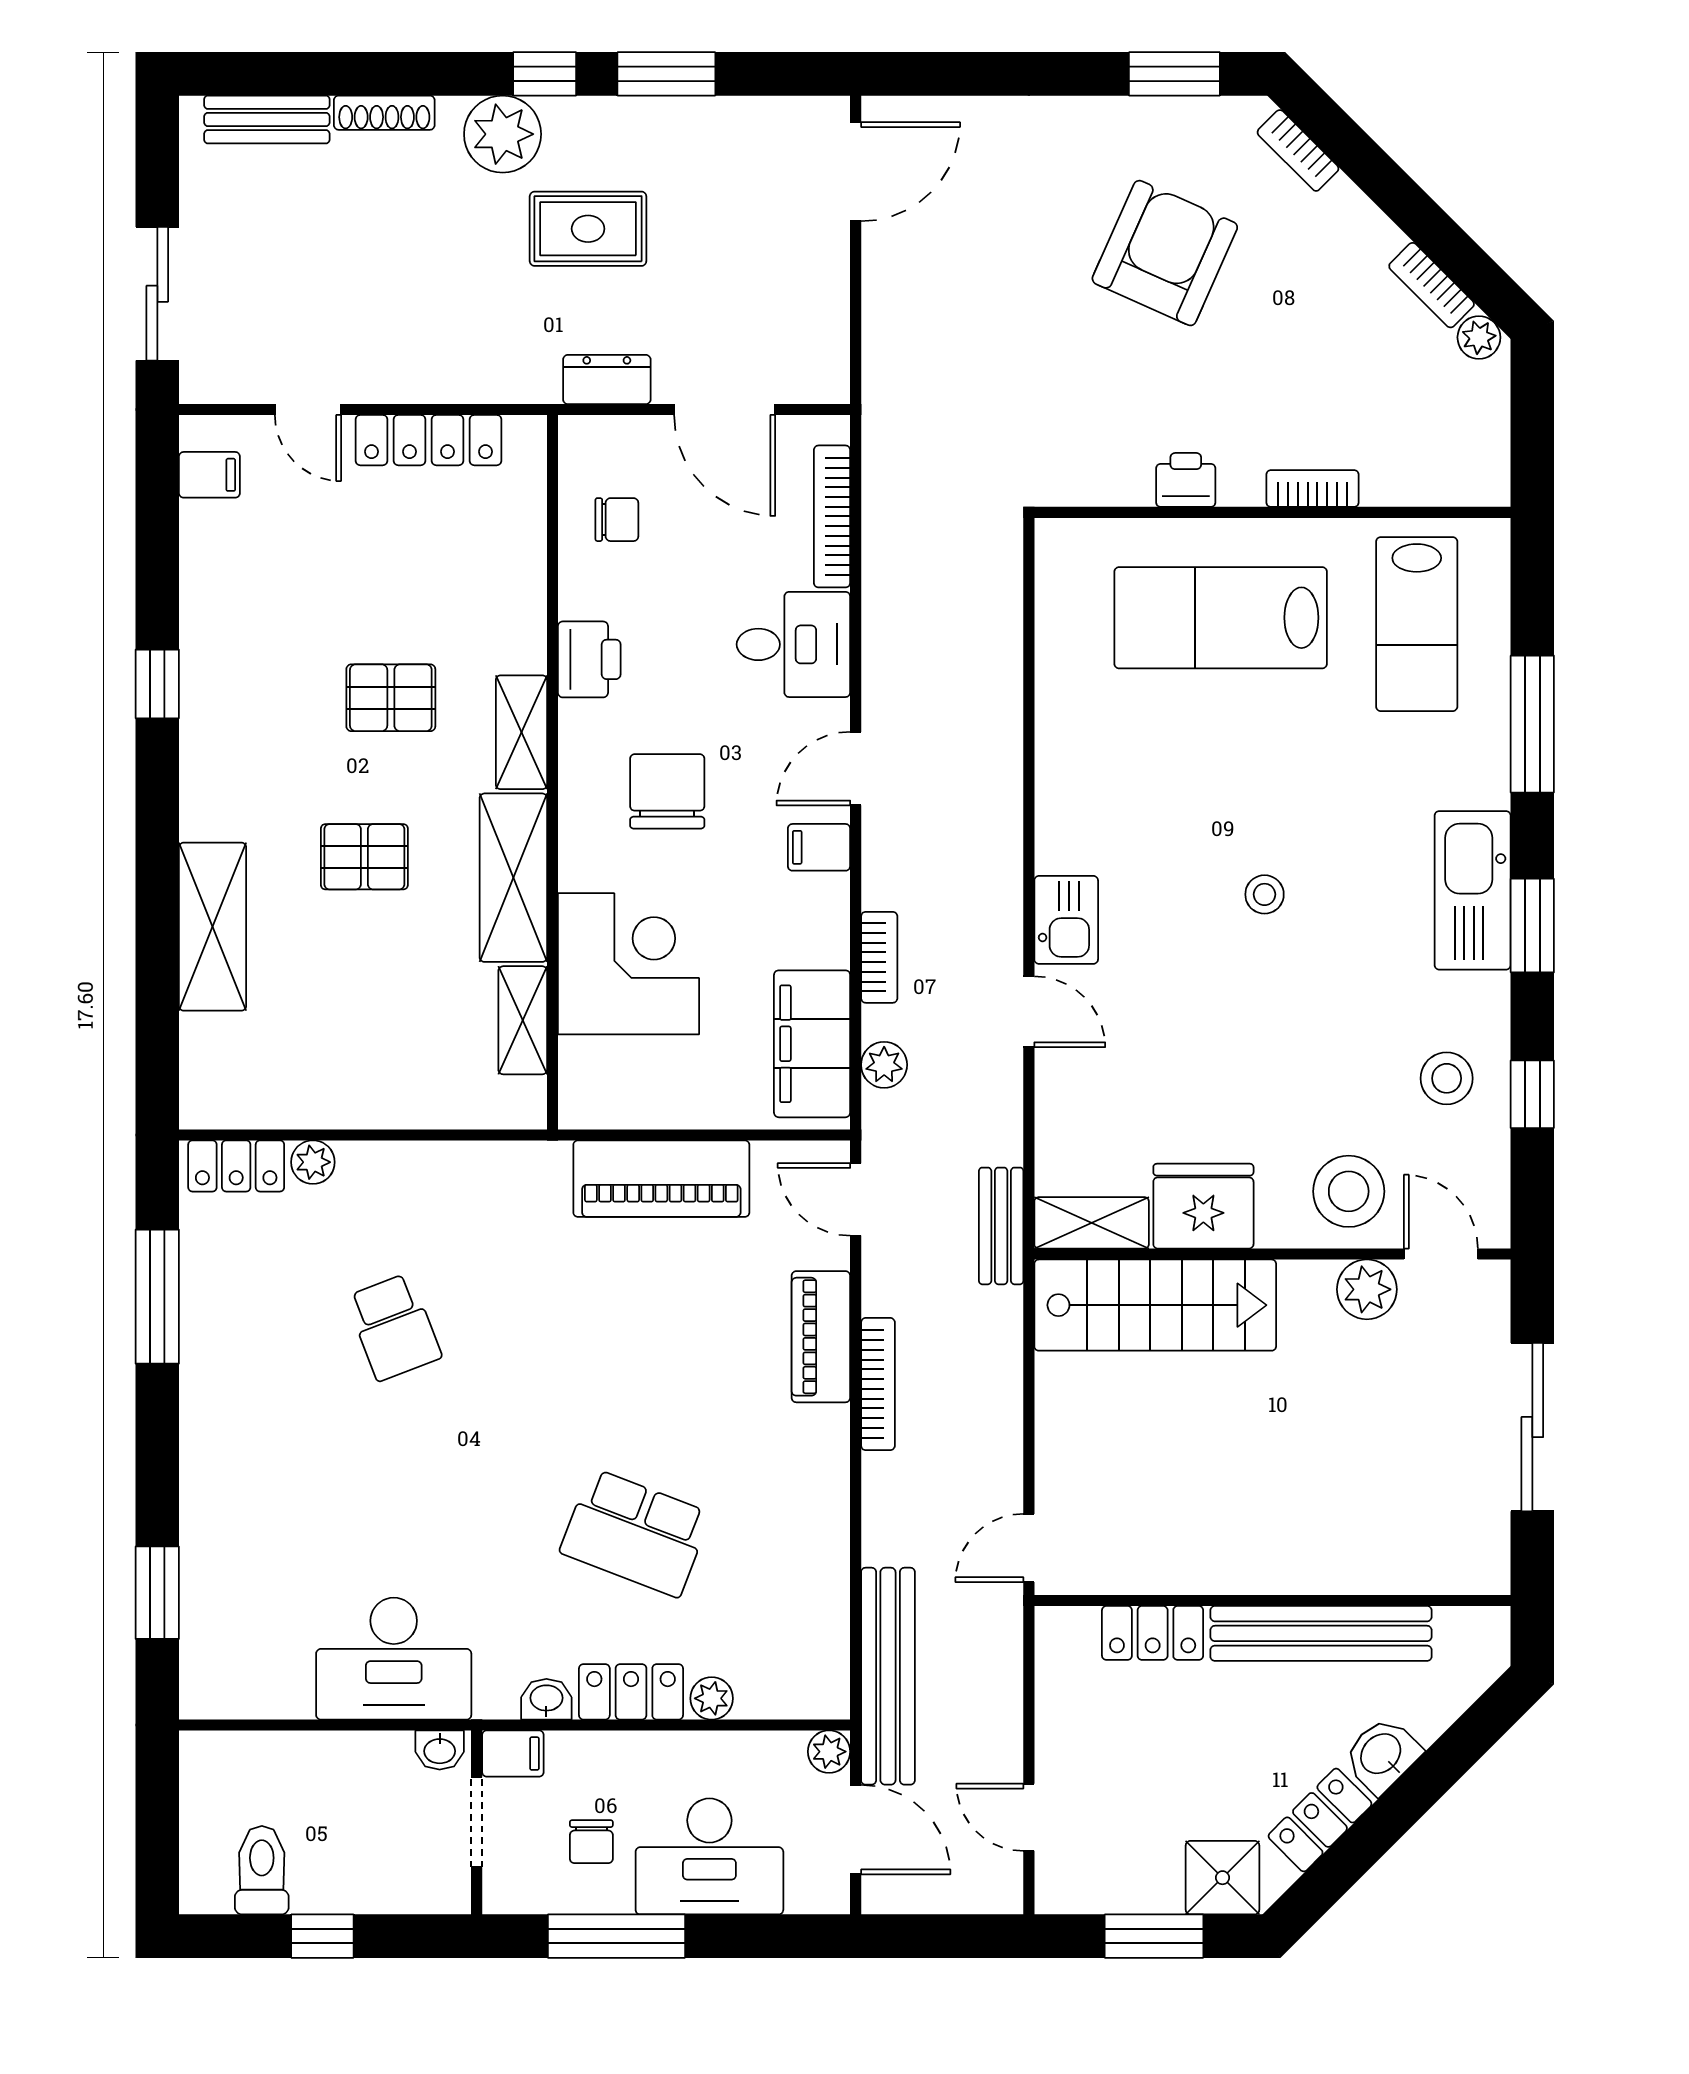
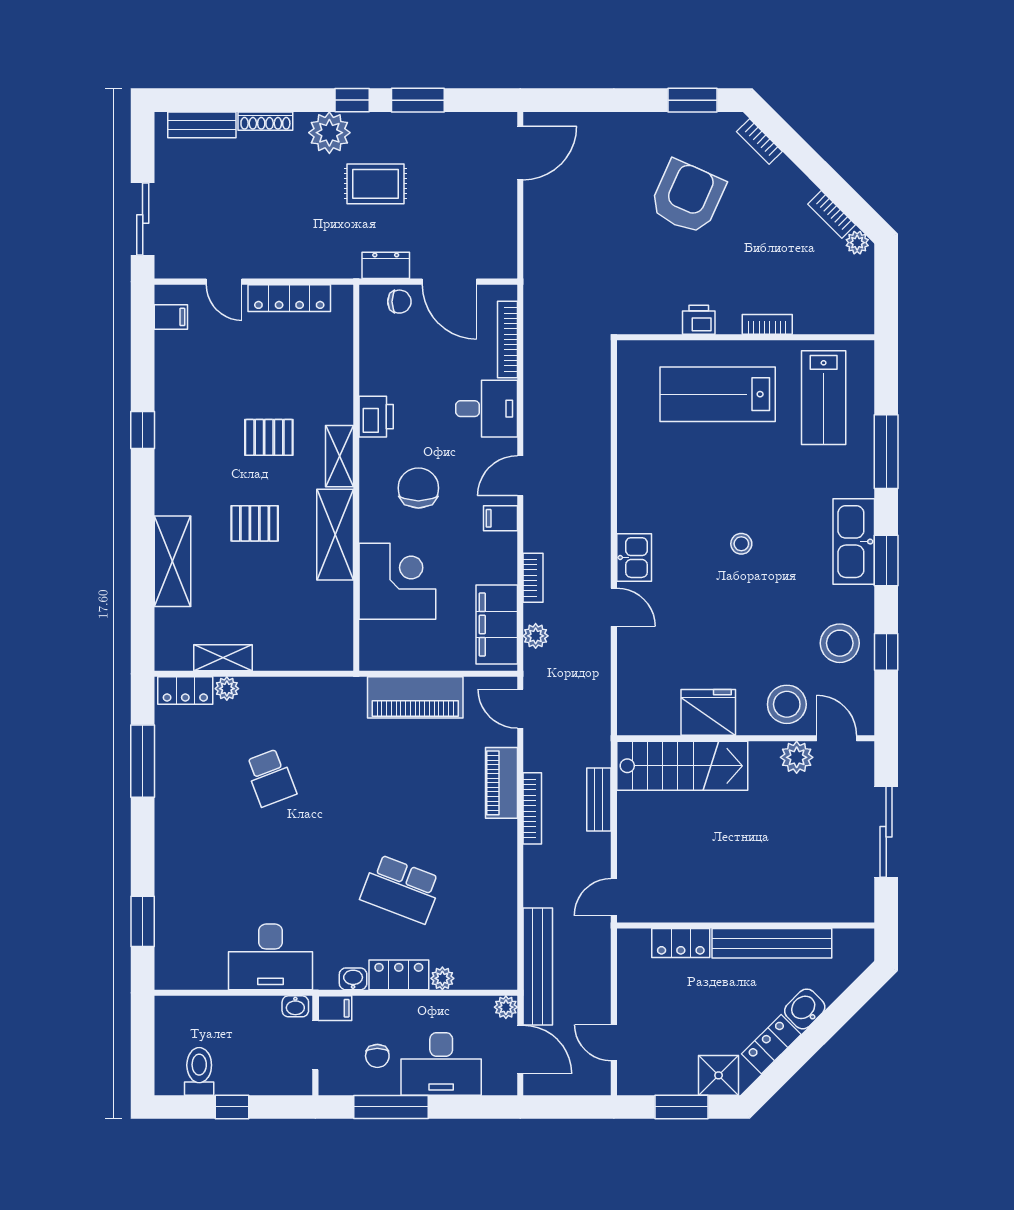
chair: (617, 520) -> (399, 302), moved
shelving: (523, 1020) -> (223, 658), moved, turned 90
stool: (1447, 1078) -> (840, 643), width x1.38, depth x1.38
shelving: (1092, 1223) -> (648, 721), removed
bench: (1001, 1226) -> (599, 800), moved

